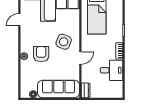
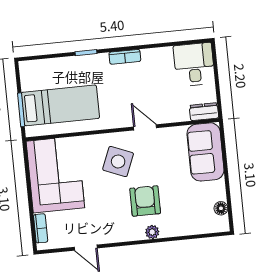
armchair: (41, 54) -> (145, 201), turned 90
desk: (111, 70) -> (194, 64), moved
sofa: (59, 89) -> (205, 152), width x0.73

